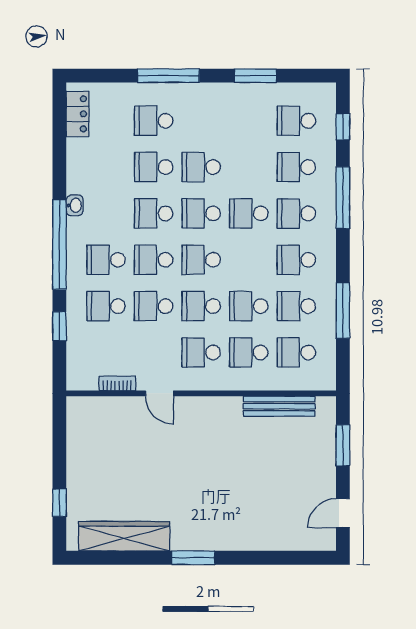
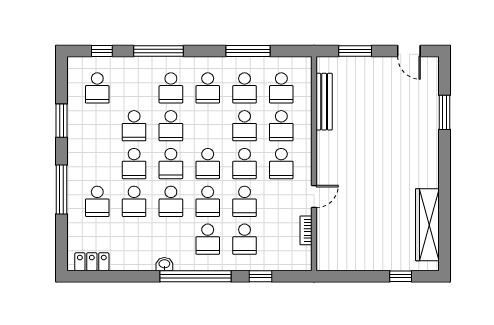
school desk: (296, 167) -> (134, 126), moved
window: (193, 558) -> (444, 112), moved

